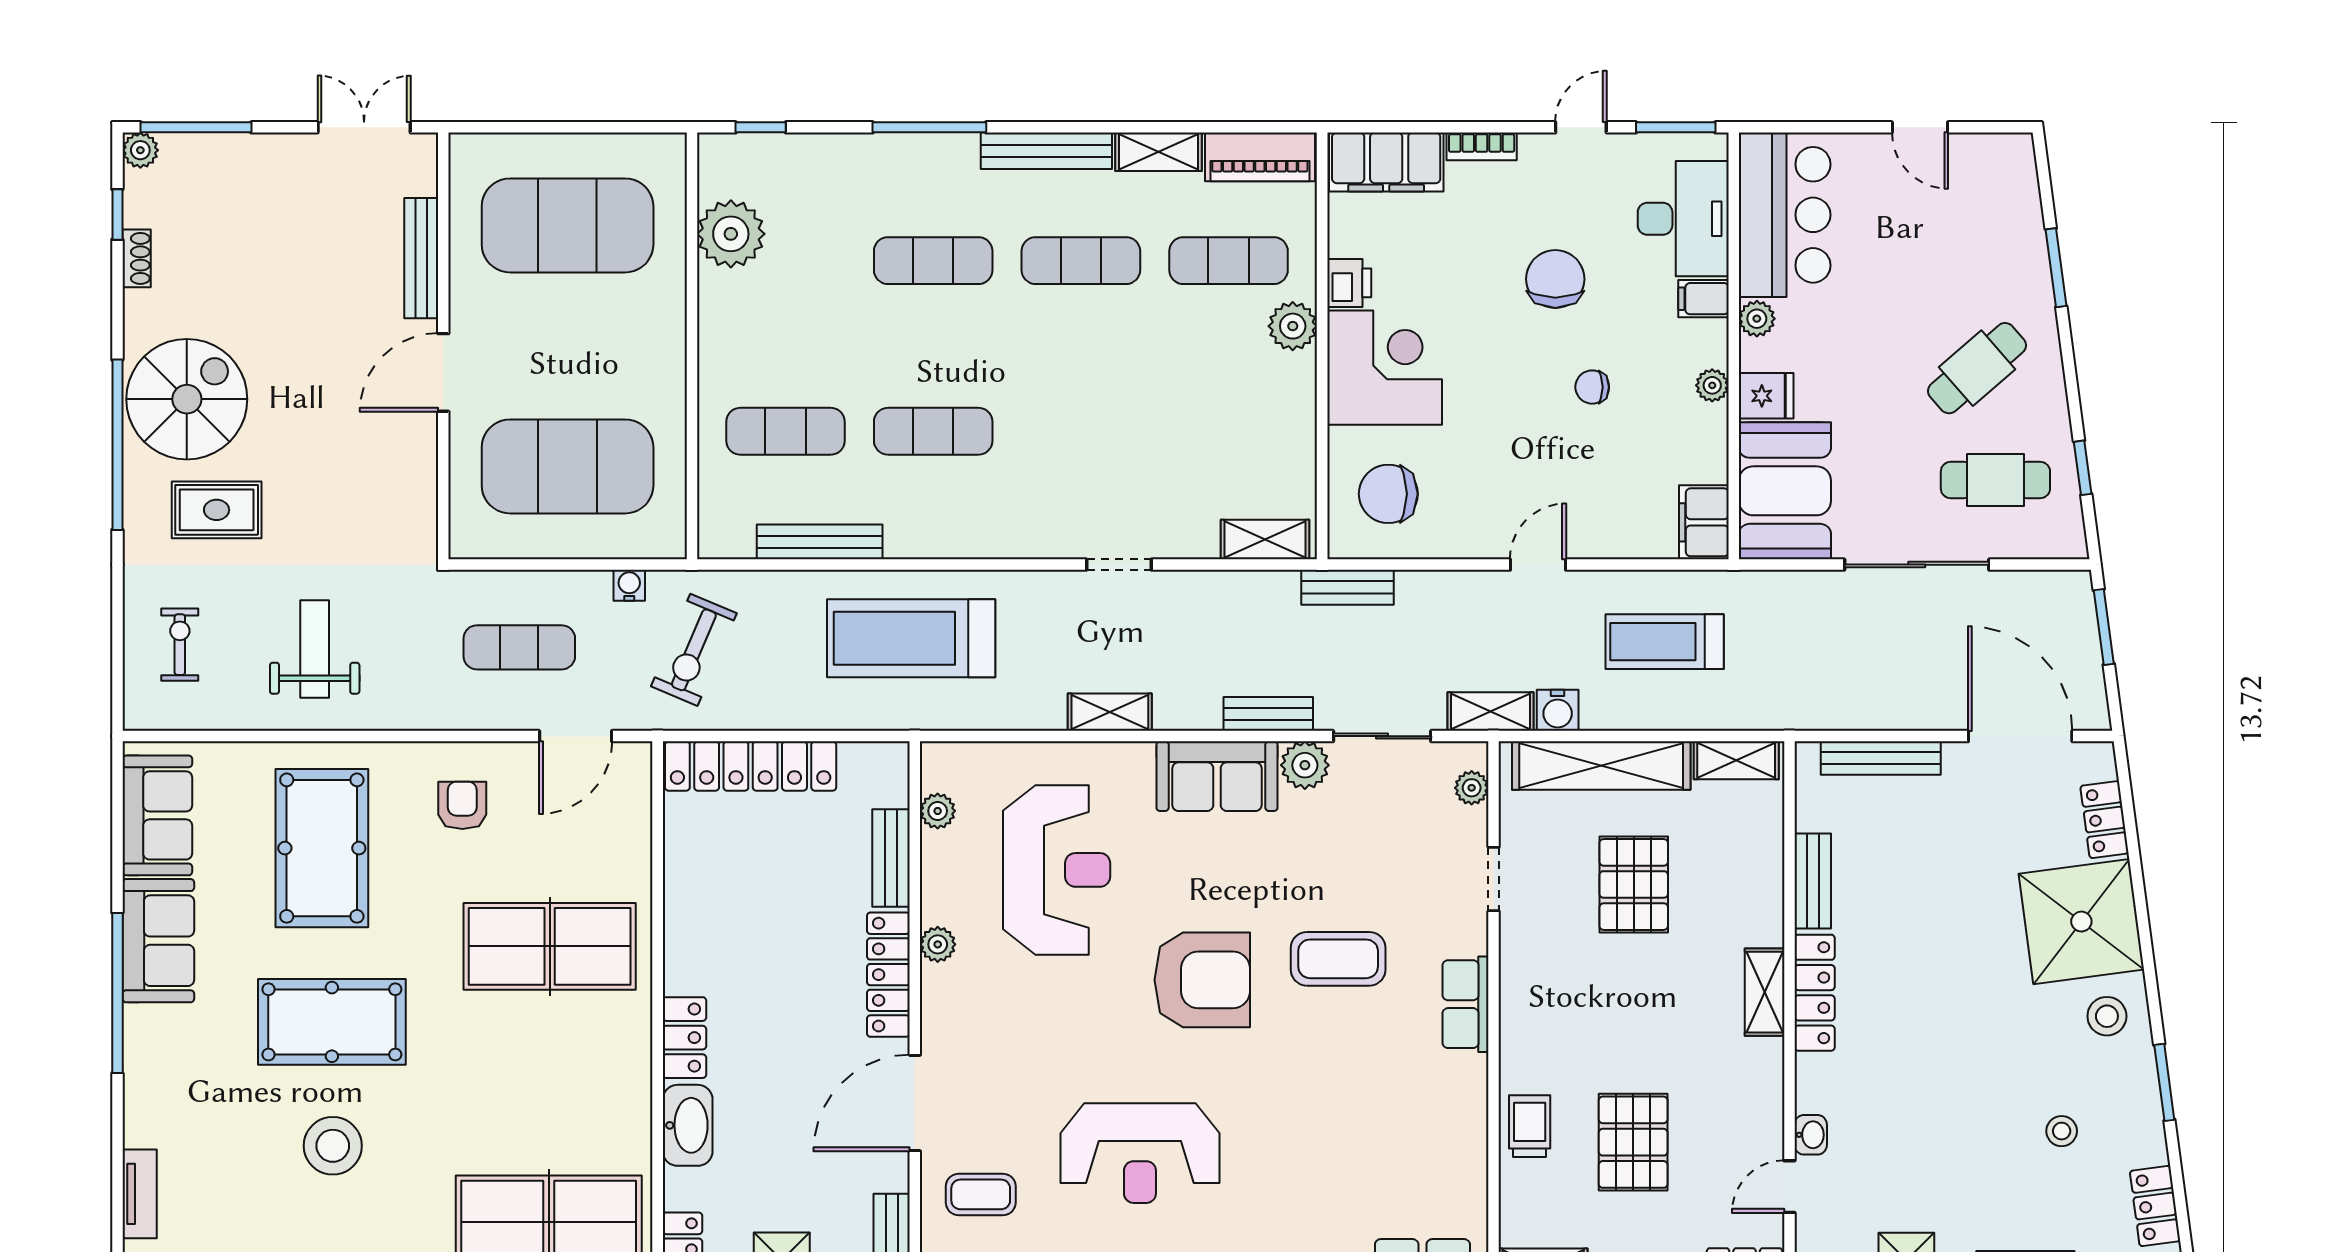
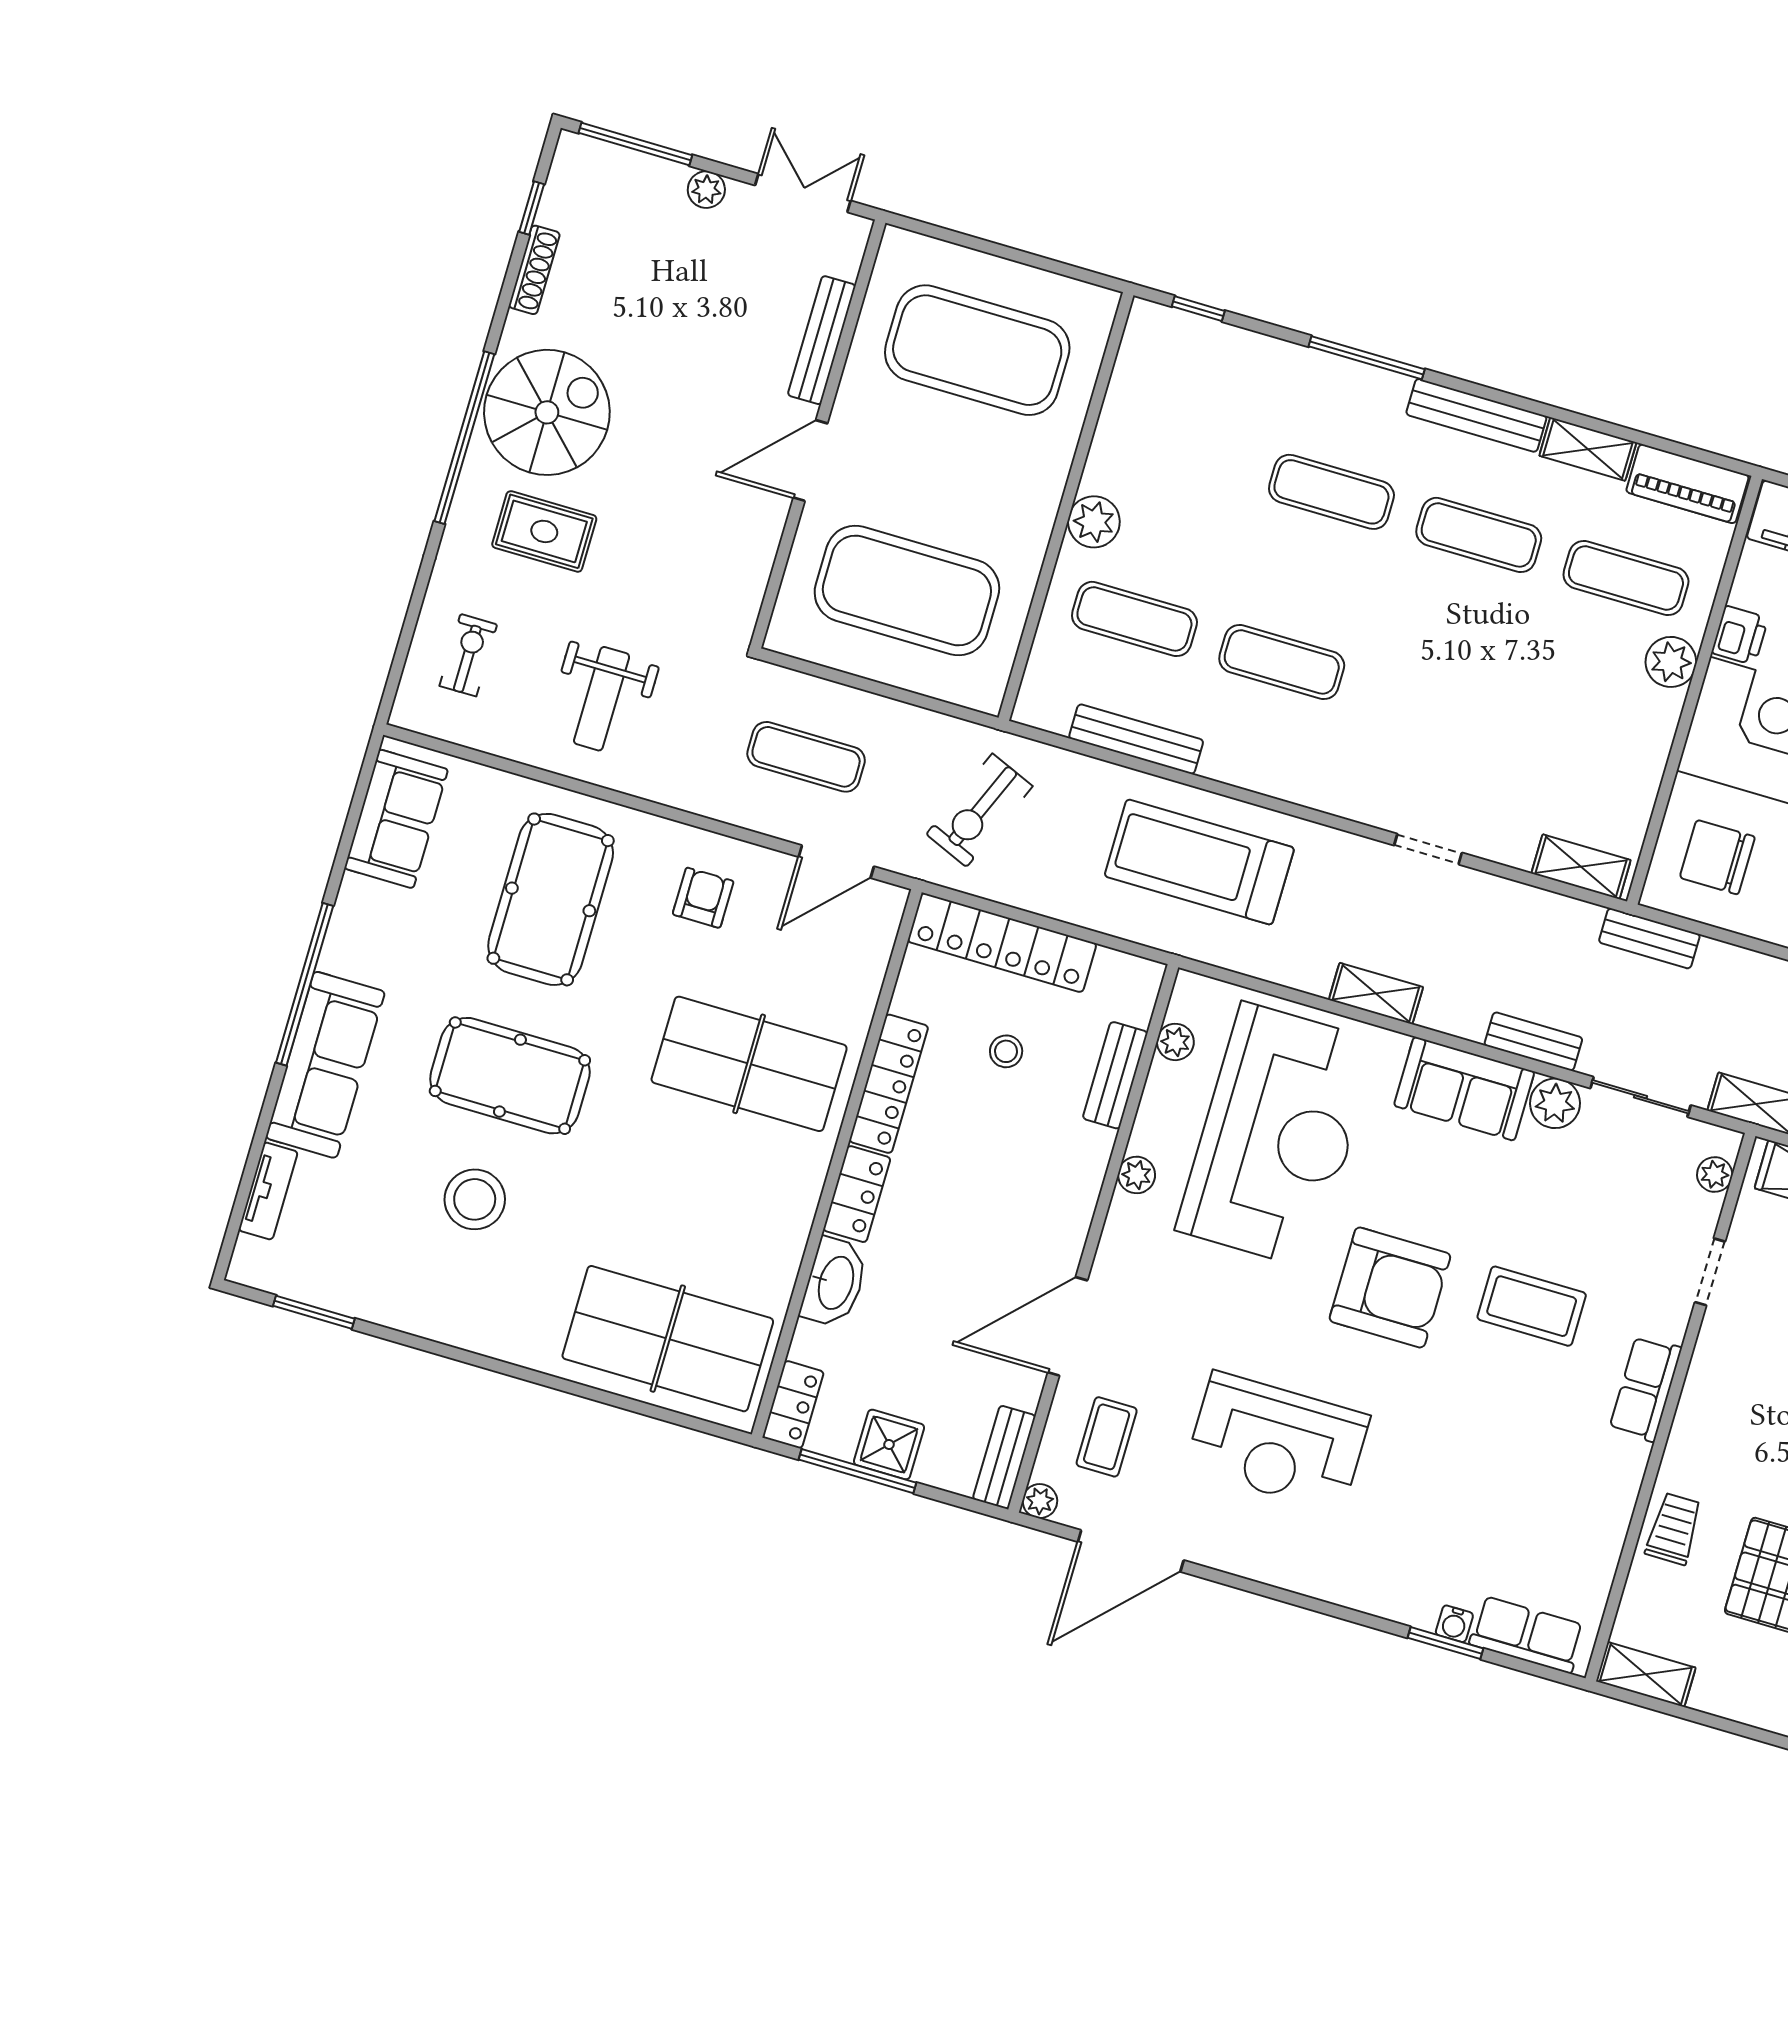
plant: (140, 150) -> (706, 190), moved
plant: (731, 234) -> (1094, 522), moved, width x0.73, depth x0.73
shoe rack: (137, 258) -> (534, 270), width x1.43
water cooler: (629, 585) -> (934, 727), removed
weight bench: (315, 649) -> (602, 699), turned 180
stool: (784, 865) -> (1006, 1051), added
reception desk: (1057, 870) -> (1277, 1135), width x1.36, depth x1.30
sofa: (158, 941) -> (325, 1065), moved, width x1.36
locker: (888, 975) -> (889, 1084), moved, turned 180
coffee table: (981, 1194) -> (1107, 1437), turned 90

